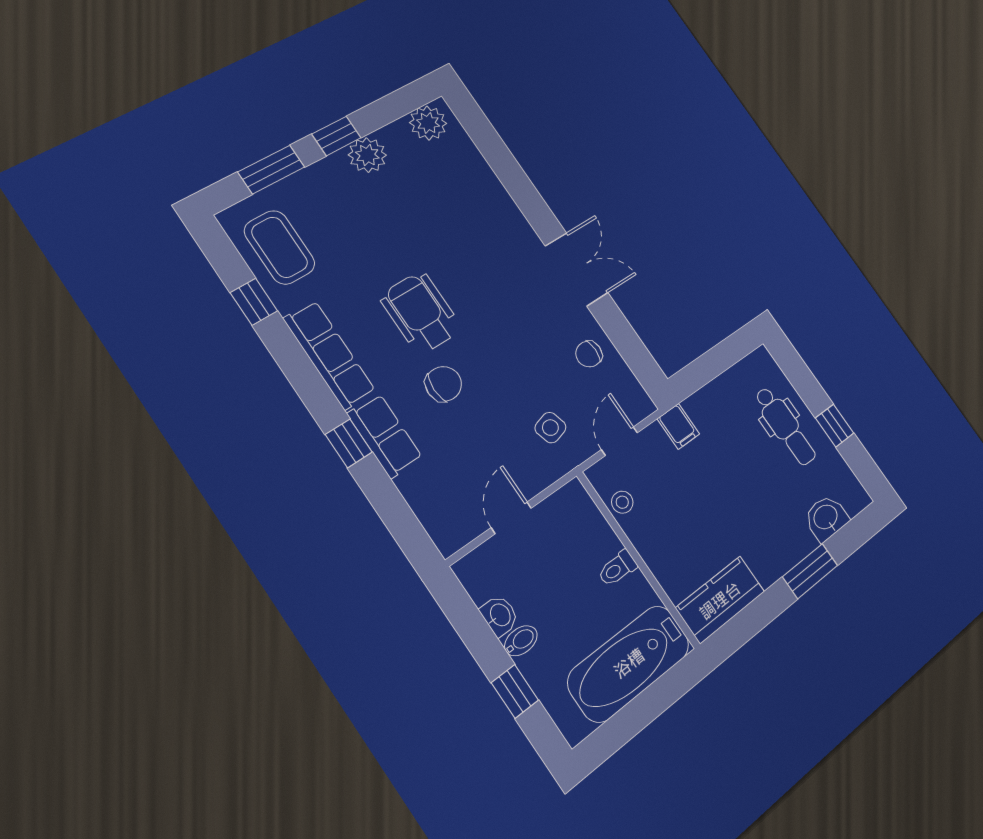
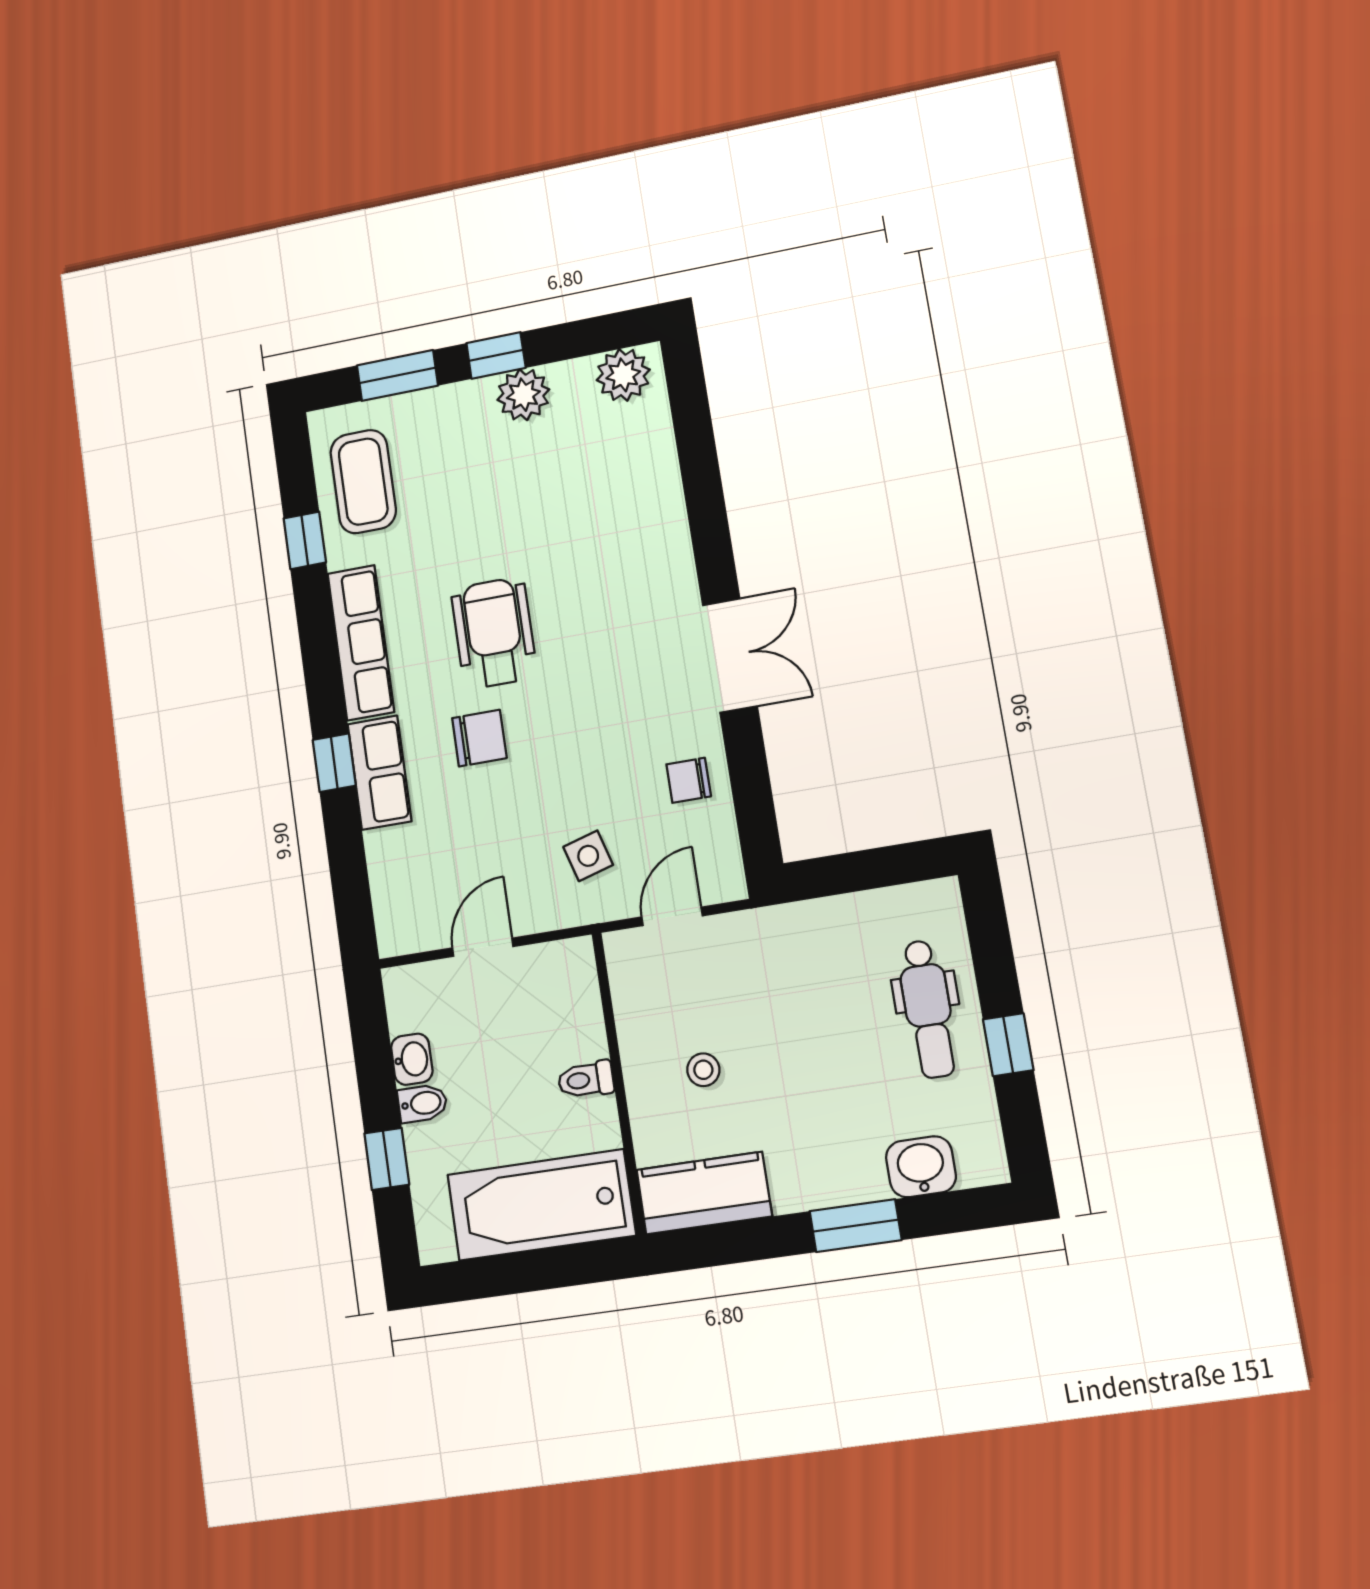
filing cabinet: (678, 426) -> (765, 935), removed
stool: (622, 502) -> (703, 1070), moved

